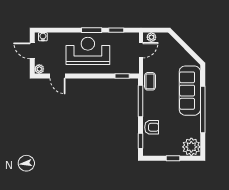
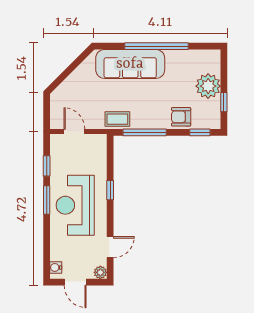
plant: (151, 37) -> (56, 117), removed
door: (32, 51) -> (75, 282), hinge flipped
window: (122, 76) -> (110, 190), moved
armchair: (152, 127) -> (181, 117), turned -90
plant: (191, 147) -> (208, 86), moved
window: (173, 158) -> (224, 102), moved

